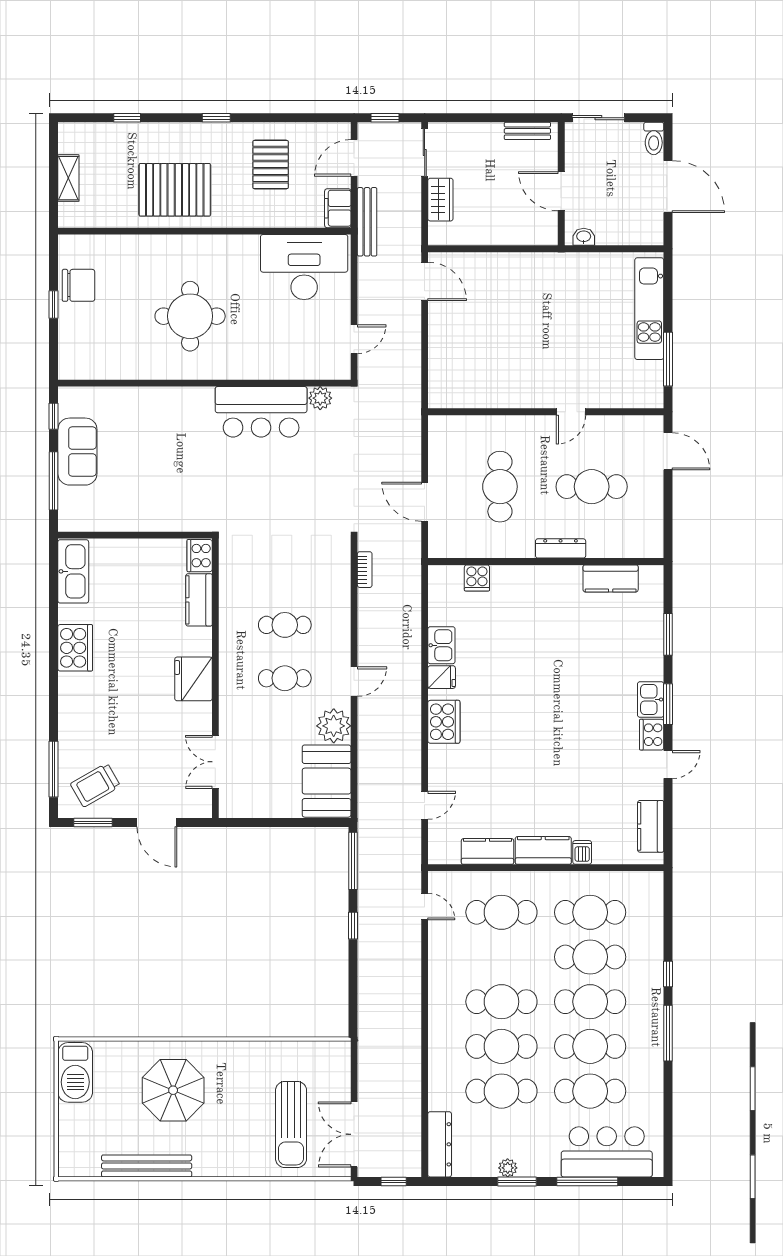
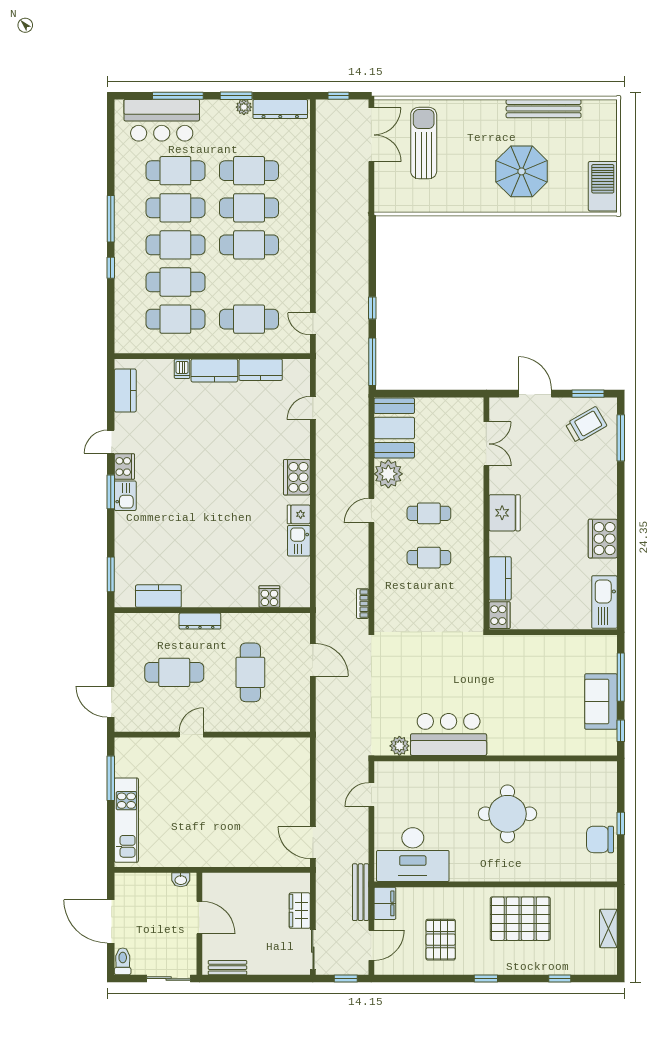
window: (668, 634) -> (111, 574), moved
dresser: (440, 1144) -> (280, 109), moved, turned -90

